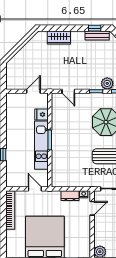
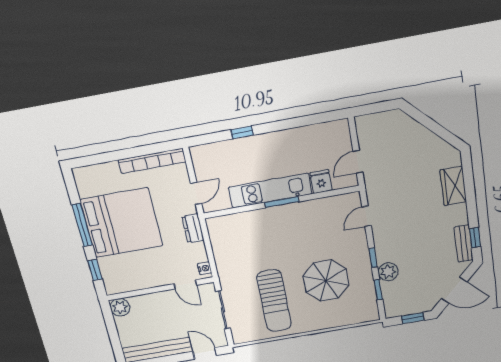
door: (33, 91) -> (358, 162), swing flipped
dresser: (70, 196) -> (193, 228), moved

